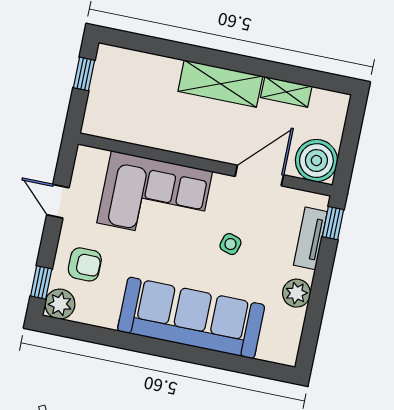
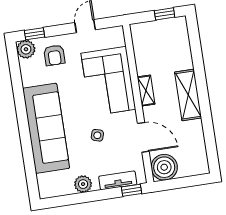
shelving: (286, 92) -> (146, 91), moved

